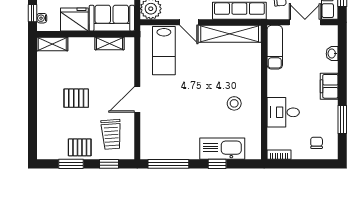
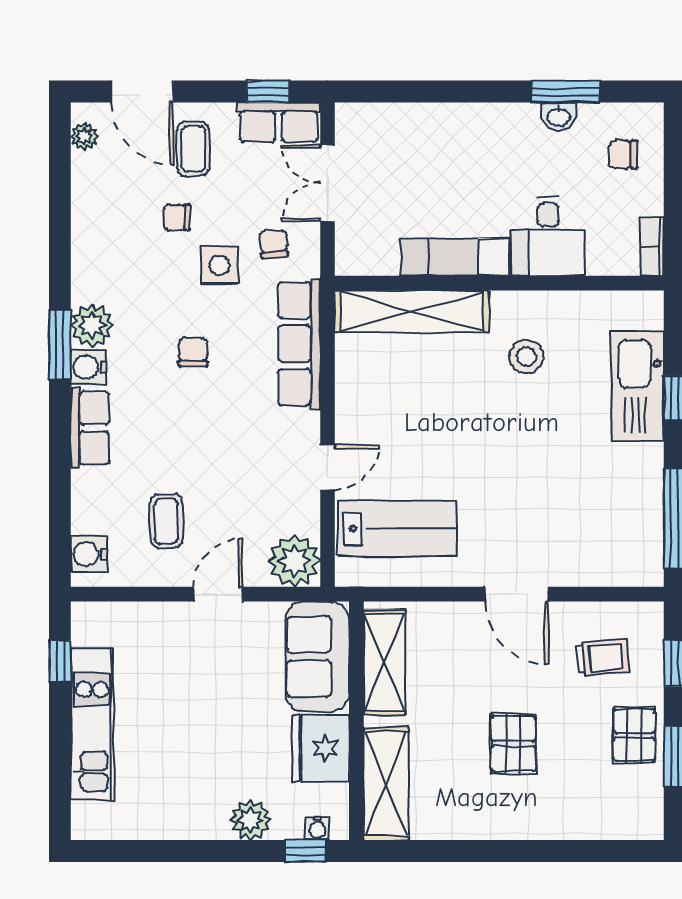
shelving: (230, 34) -> (412, 311), moved, turned 90
shelving: (109, 43) -> (385, 662), width x1.50, depth x1.33
shelving: (52, 44) -> (386, 784), width x1.50, depth x1.33
exam couch: (275, 47) -> (455, 257), moved
washbasin: (332, 54) -> (559, 117), moved
filing cabinet: (329, 86) -> (484, 124), removed
trolley: (111, 134) -> (602, 658), width x0.73, depth x0.72

